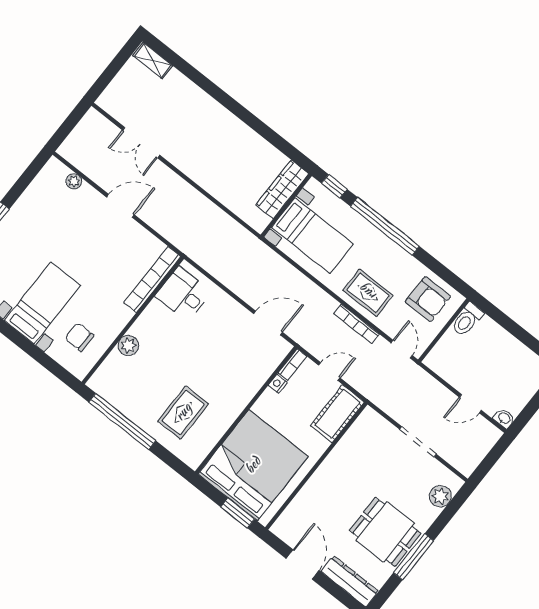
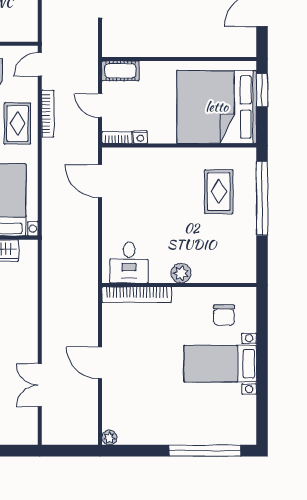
double door: (141, 143) -> (40, 385), swing flipped
plant: (74, 181) -> (109, 438), moved
plant: (128, 345) -> (181, 273), moved
rug: (183, 412) -> (219, 192), turned 90
cot: (337, 414) -> (120, 71), width x0.73, depth x0.75
window: (122, 422) -> (262, 198), moved

